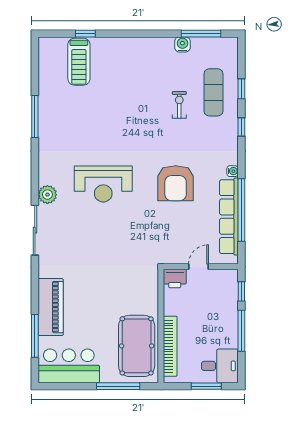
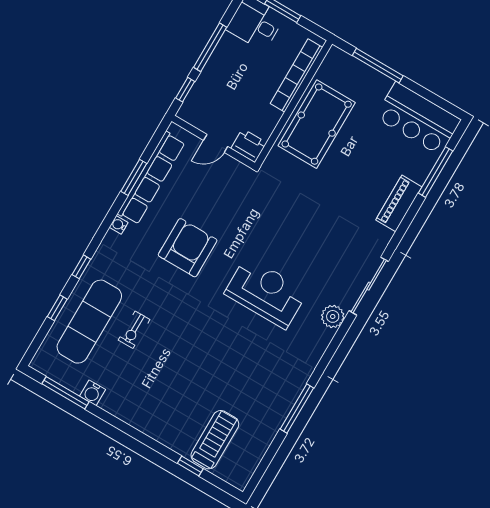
exercise mat: (213, 92) -> (89, 322), width x1.36, depth x1.45
window: (241, 210) -> (134, 177), width x0.47
piano: (51, 307) -> (399, 203), width x0.73, depth x0.75
pool table: (137, 346) -> (317, 124), moved

